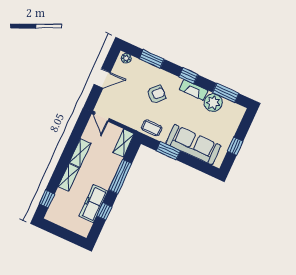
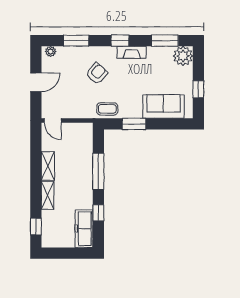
plant: (213, 103) -> (183, 56), moved
shelving: (124, 143) -> (86, 137), removed
sofa: (193, 145) -> (163, 106), width x0.73
freezer: (93, 204) -> (84, 229), moved

